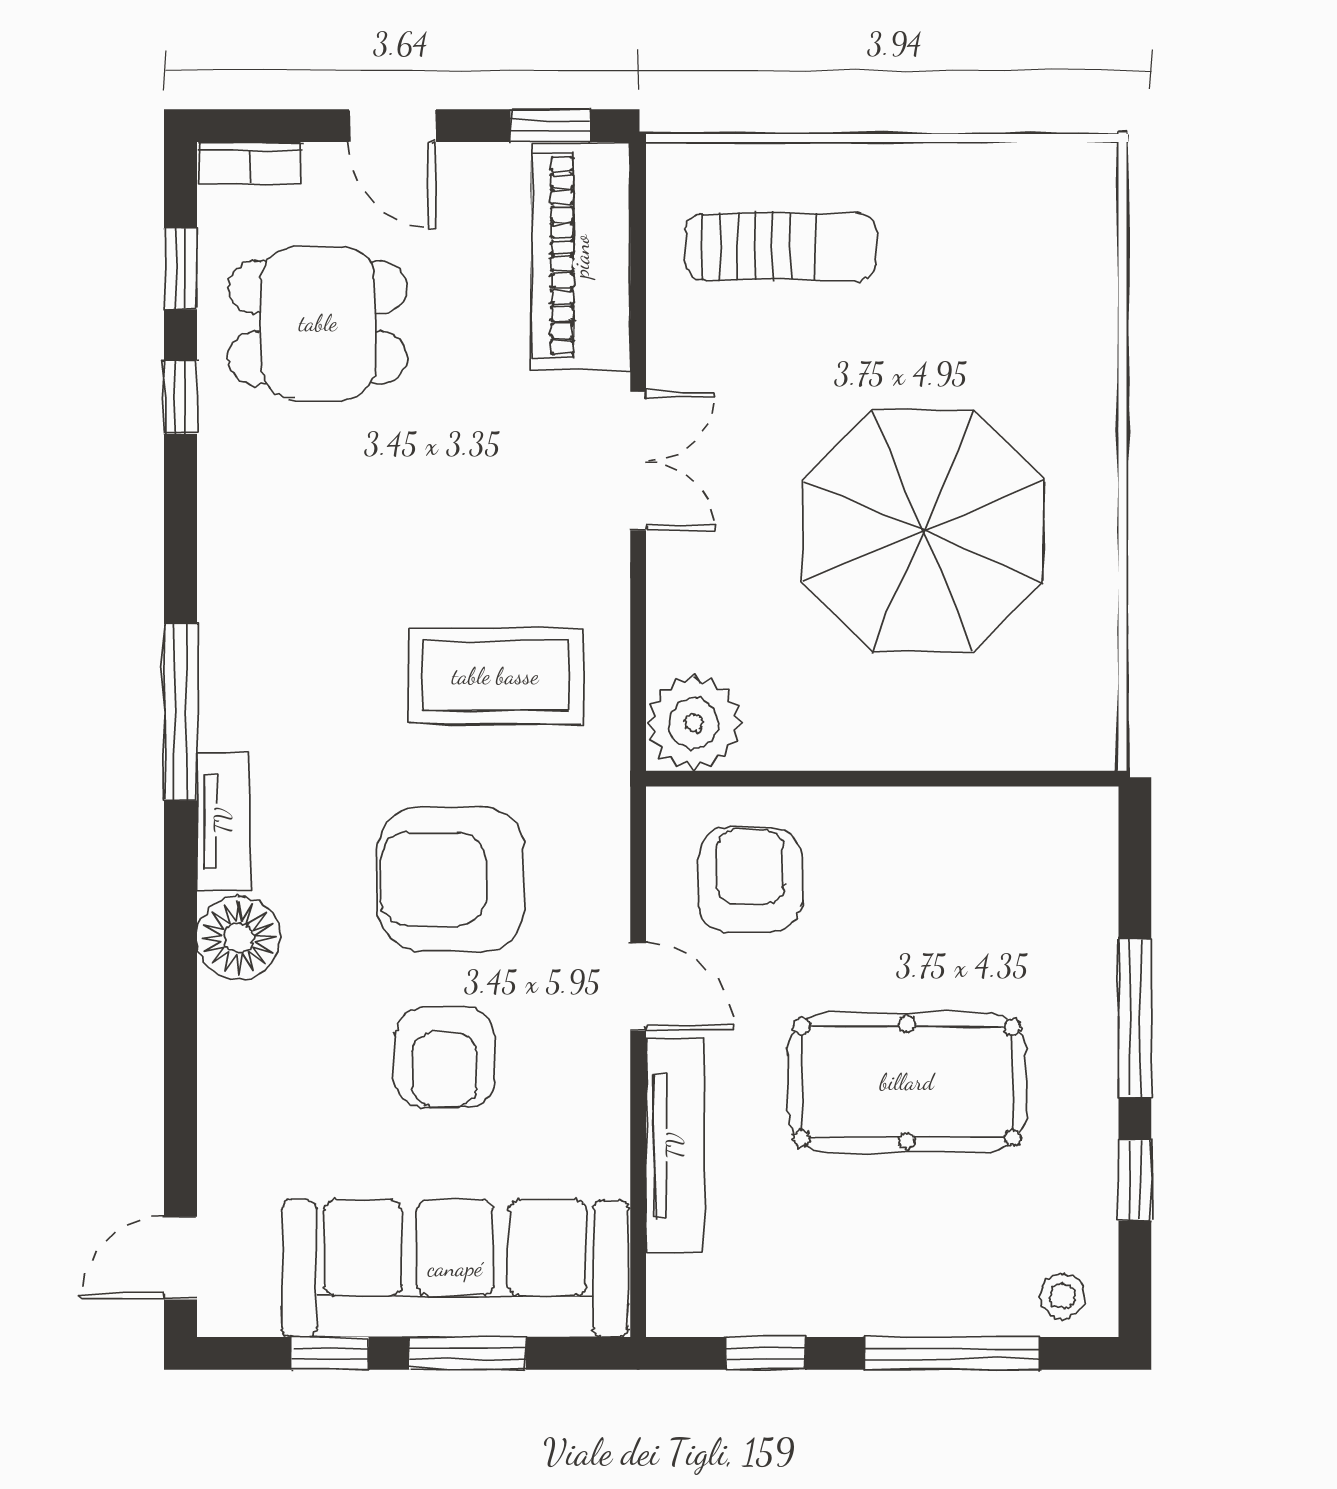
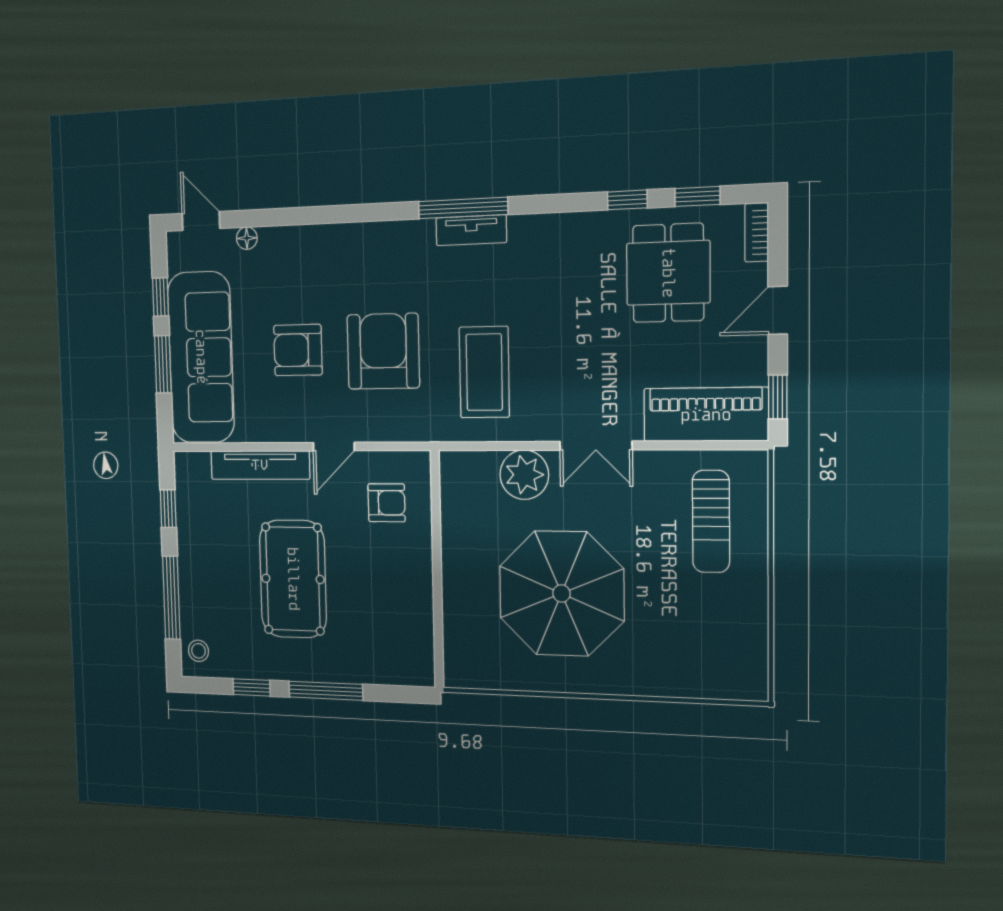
plant: (694, 723) -> (524, 475), moved
tv unit: (223, 821) -> (471, 230), moved
armchair: (750, 880) -> (386, 503), width x0.72, depth x0.72
floor lamp: (239, 938) -> (247, 238), moved, width x0.53, depth x0.53

